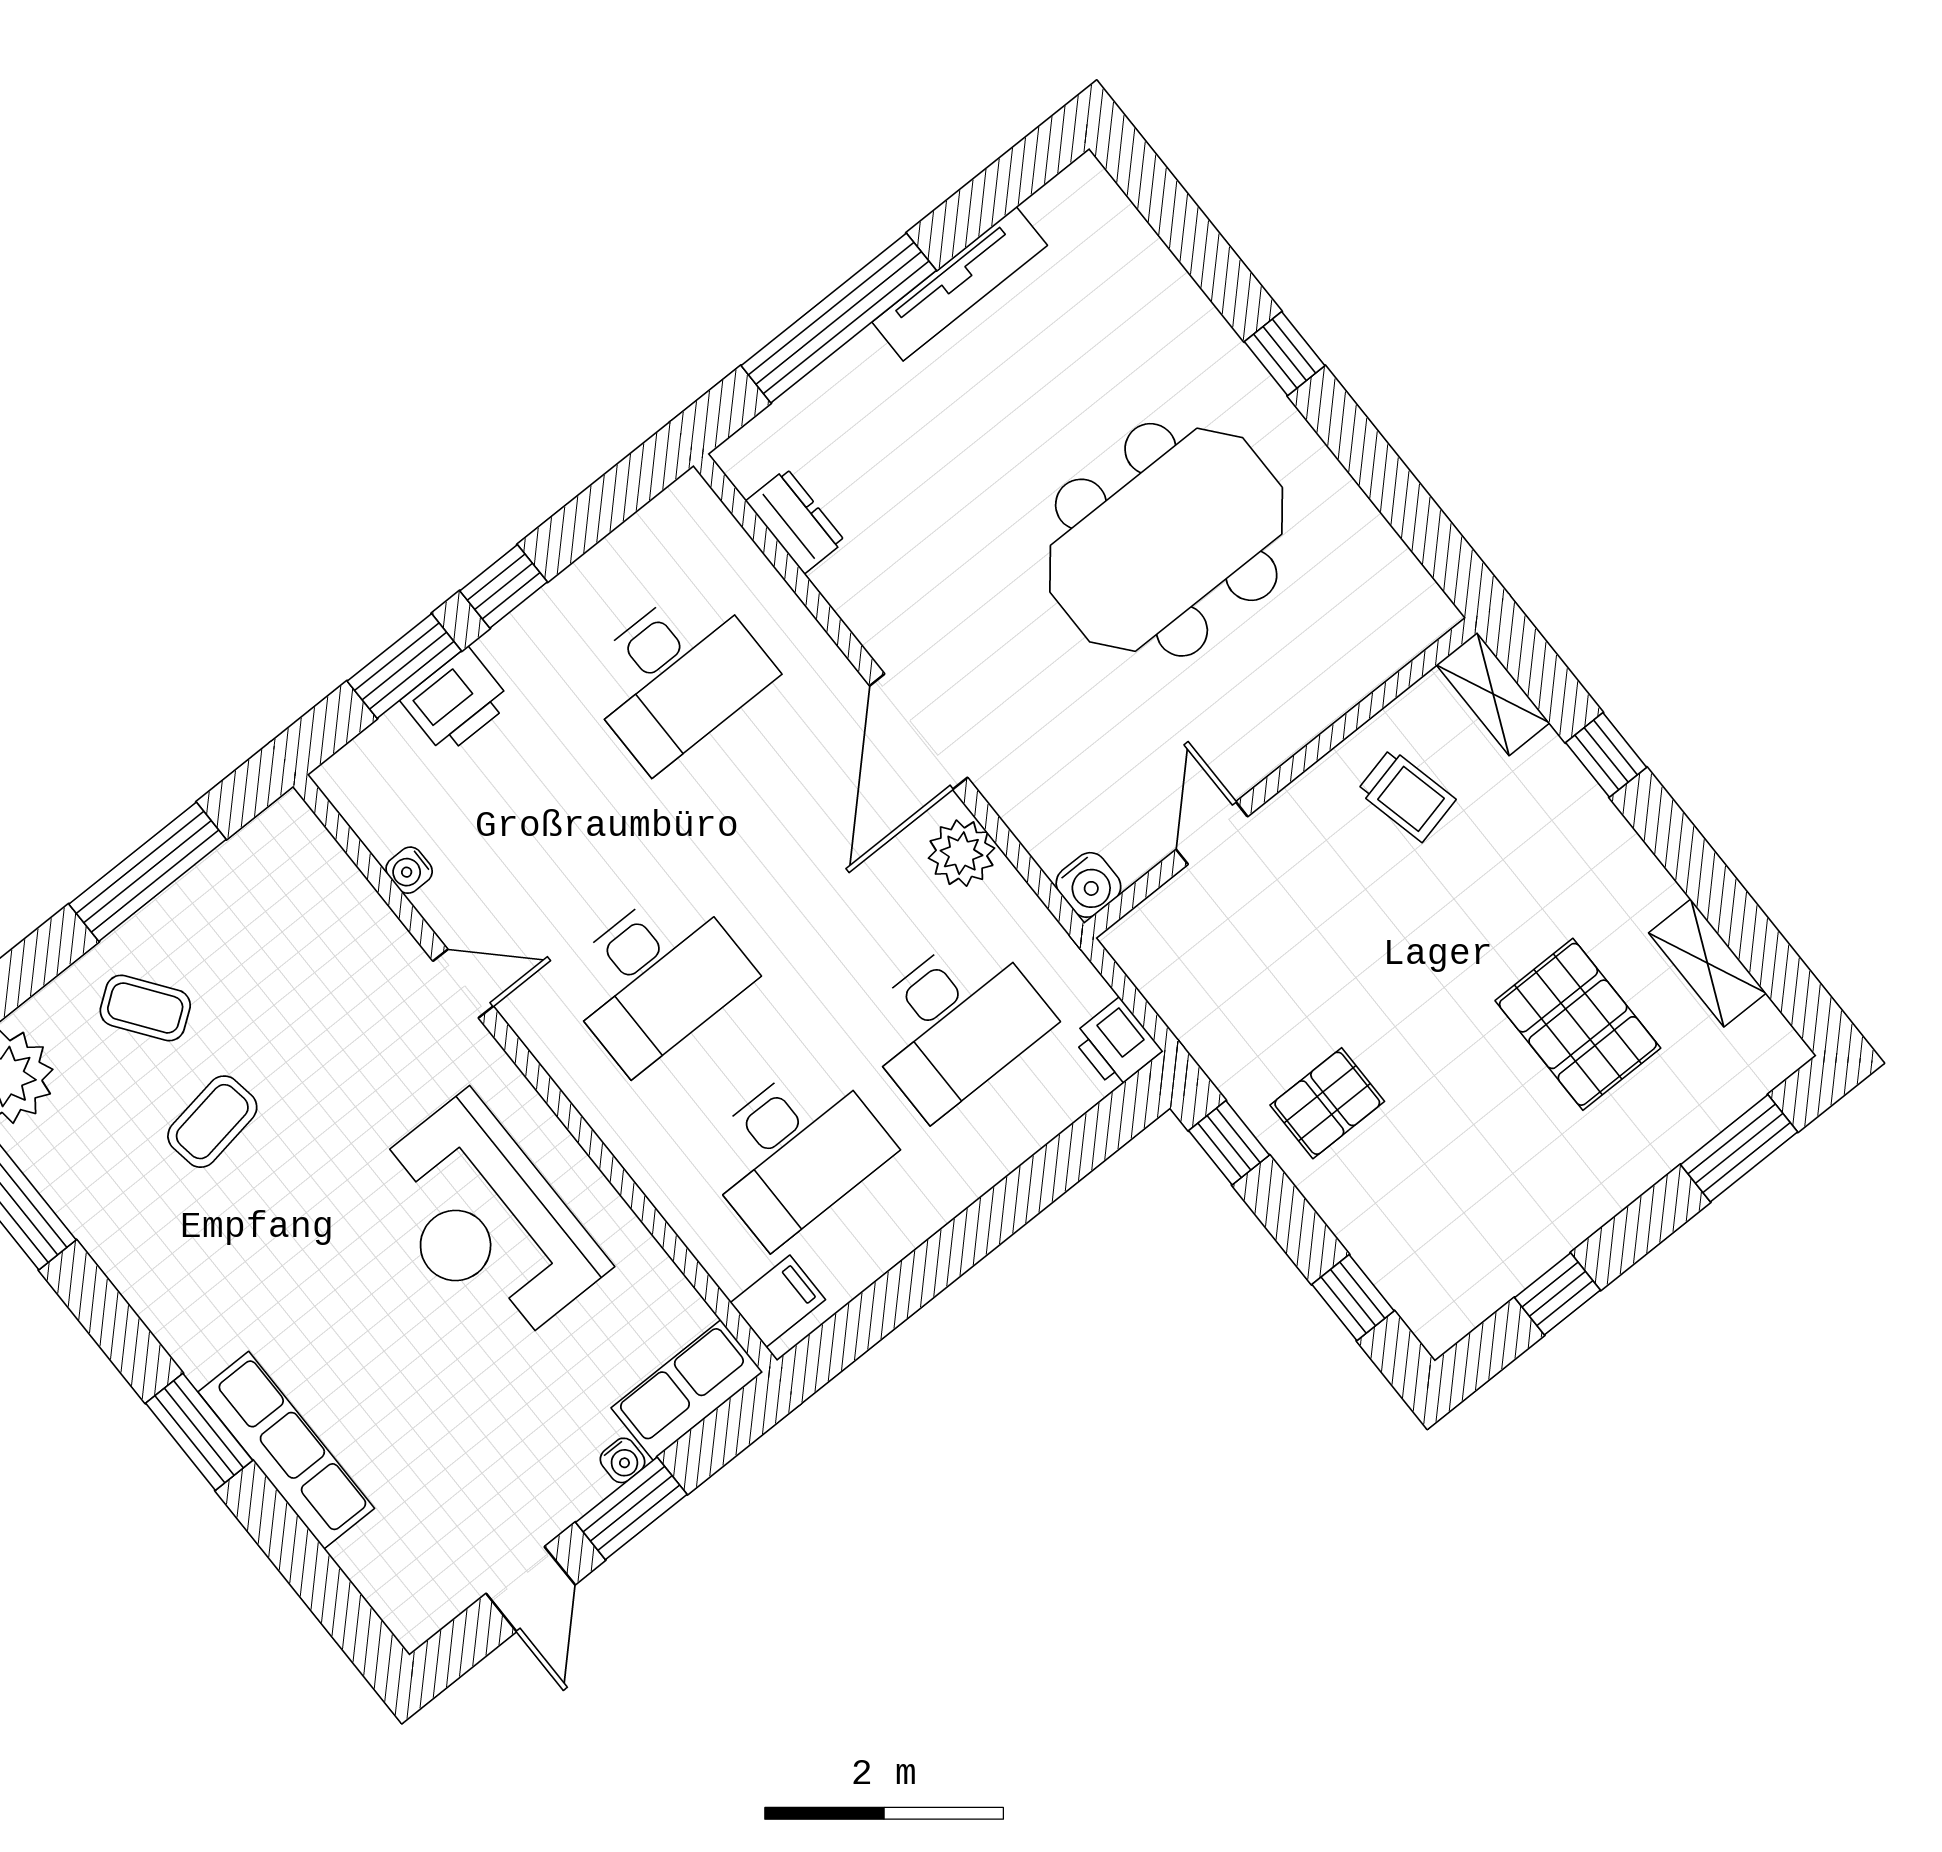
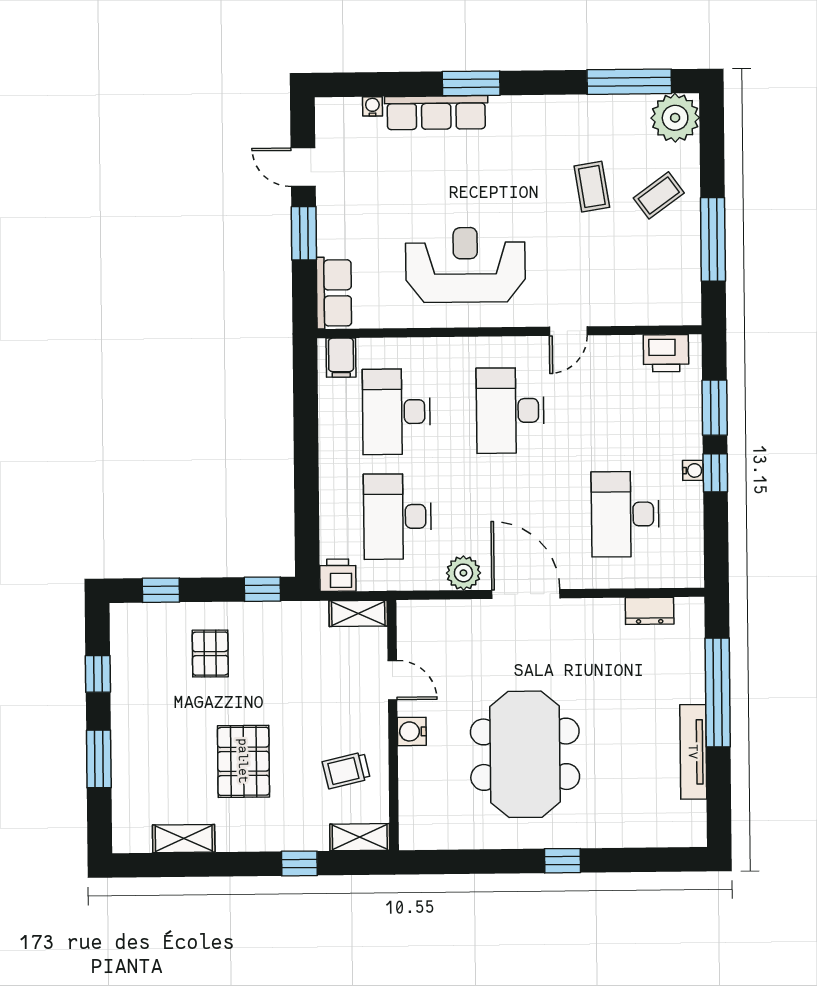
printer: (456, 701) -> (666, 353), moved, turned -90
water cooler: (409, 870) -> (693, 470), moved, turned 90
water cooler: (1088, 885) -> (412, 731), moved
shelving: (1151, 966) -> (358, 613), added
pallet: (1578, 1024) -> (243, 761), moved, turned 90
pallet: (1327, 1103) -> (210, 654), moved
window: (1739, 1148) -> (99, 759), moved
water cooler: (623, 1460) -> (372, 106), moved, turned 90

